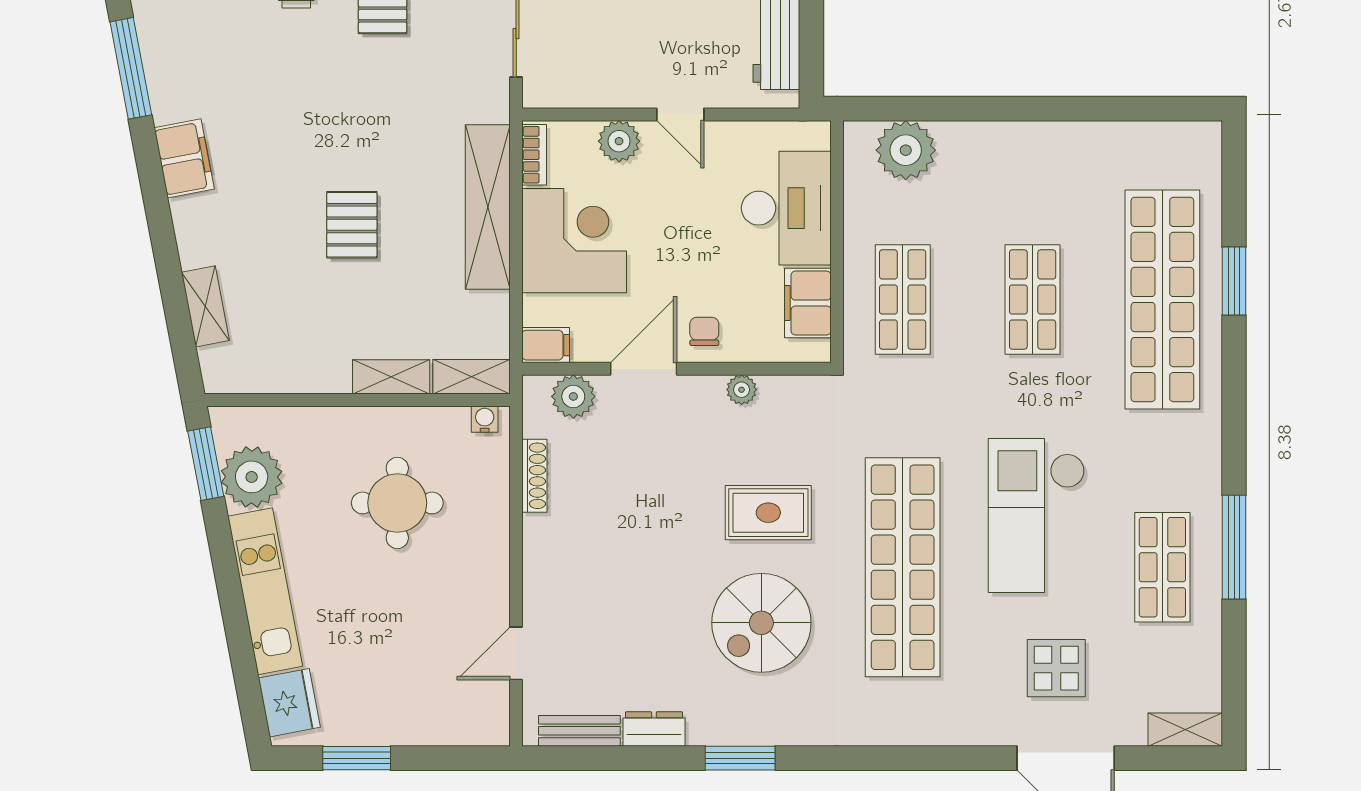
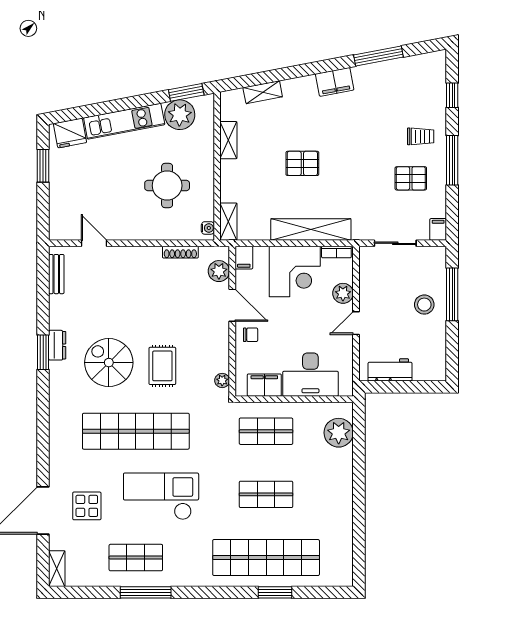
shelving: (391, 377) -> (228, 140), moved
plant: (742, 390) -> (222, 380), moved
dresser: (654, 729) -> (57, 345), moved

